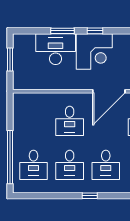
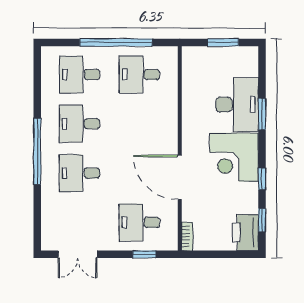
window: (95, 31) -> (262, 179), moved
desk: (70, 121) -> (139, 74), moved
window: (10, 157) -> (116, 42), moved
window: (90, 196) -> (37, 151), width x3.17

